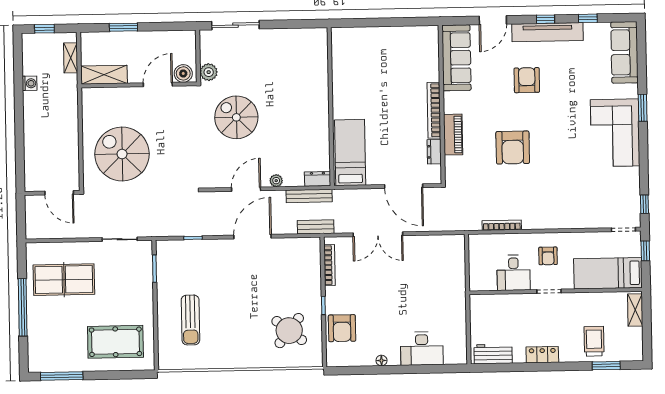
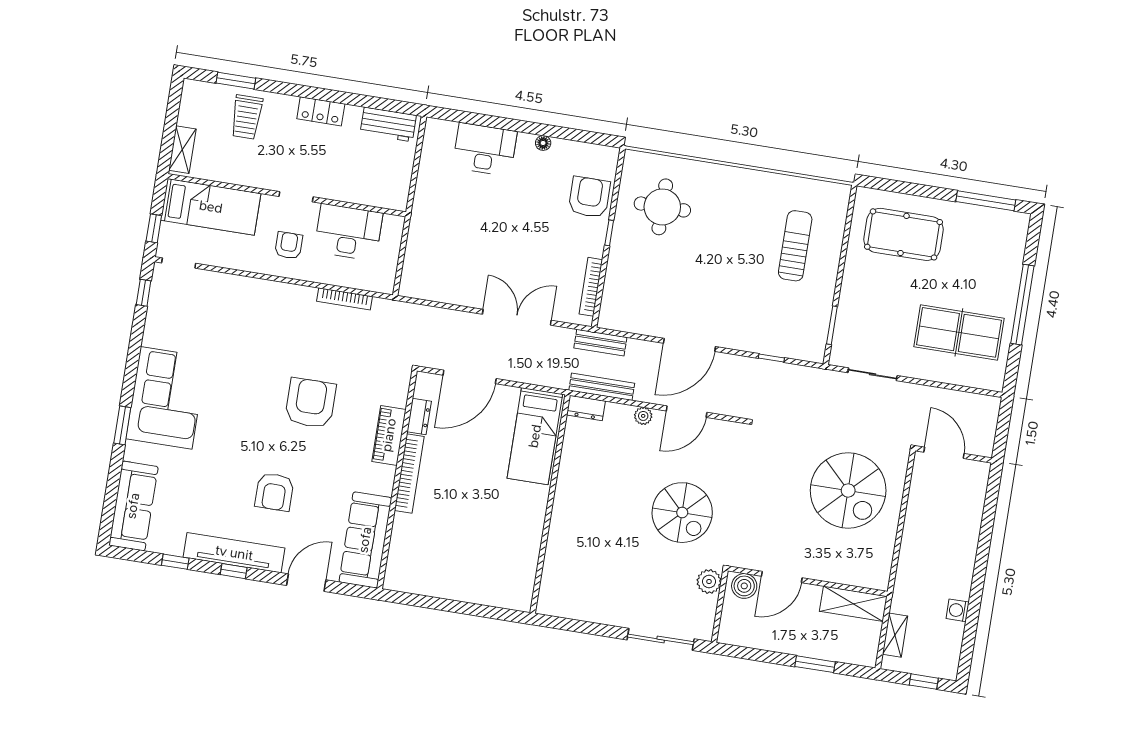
door: (404, 186) -> (470, 377), swing flipped
desk: (514, 273) -> (348, 232), width x1.37
round table: (289, 331) -> (662, 207), turned -38

